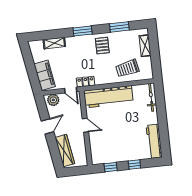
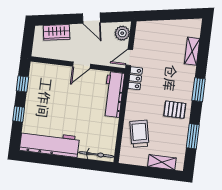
filing cabinet: (45, 75) -> (155, 30), removed
workbench: (108, 97) -> (114, 94), width x0.73, depth x0.76
workbench: (154, 141) -> (50, 144), width x1.36, depth x1.32
wardrobe: (65, 150) -> (57, 32), width x0.67

